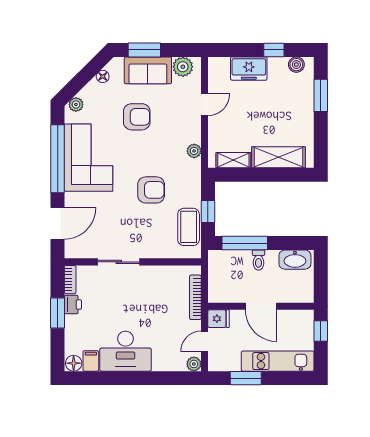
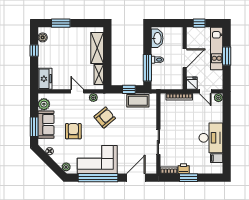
freezer: (249, 69) -> (45, 79), moved
door: (205, 105) -> (77, 91), moved
armchair: (151, 190) -> (105, 117), moved, turned 50
door: (58, 223) -> (136, 178), hinge flipped
floor lamp: (74, 363) -> (218, 168), removed
window: (246, 378) -> (227, 56), moved

